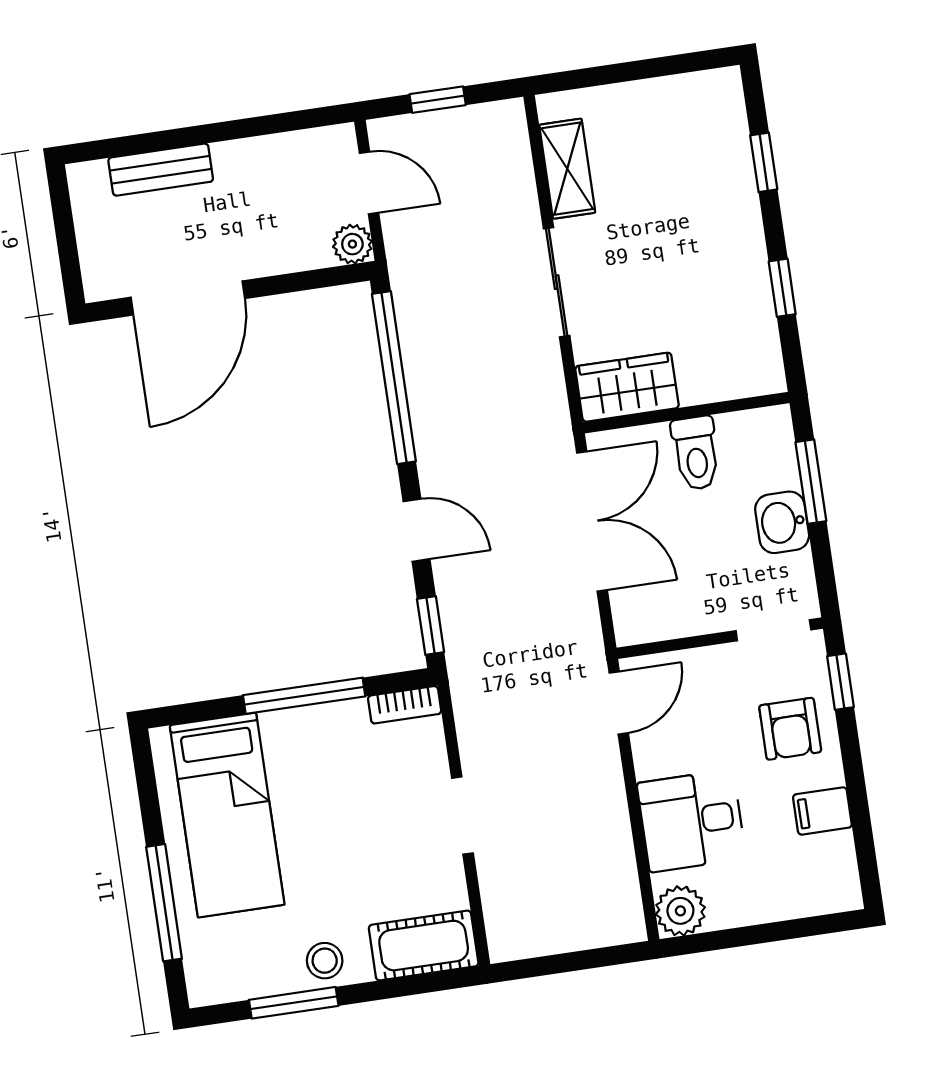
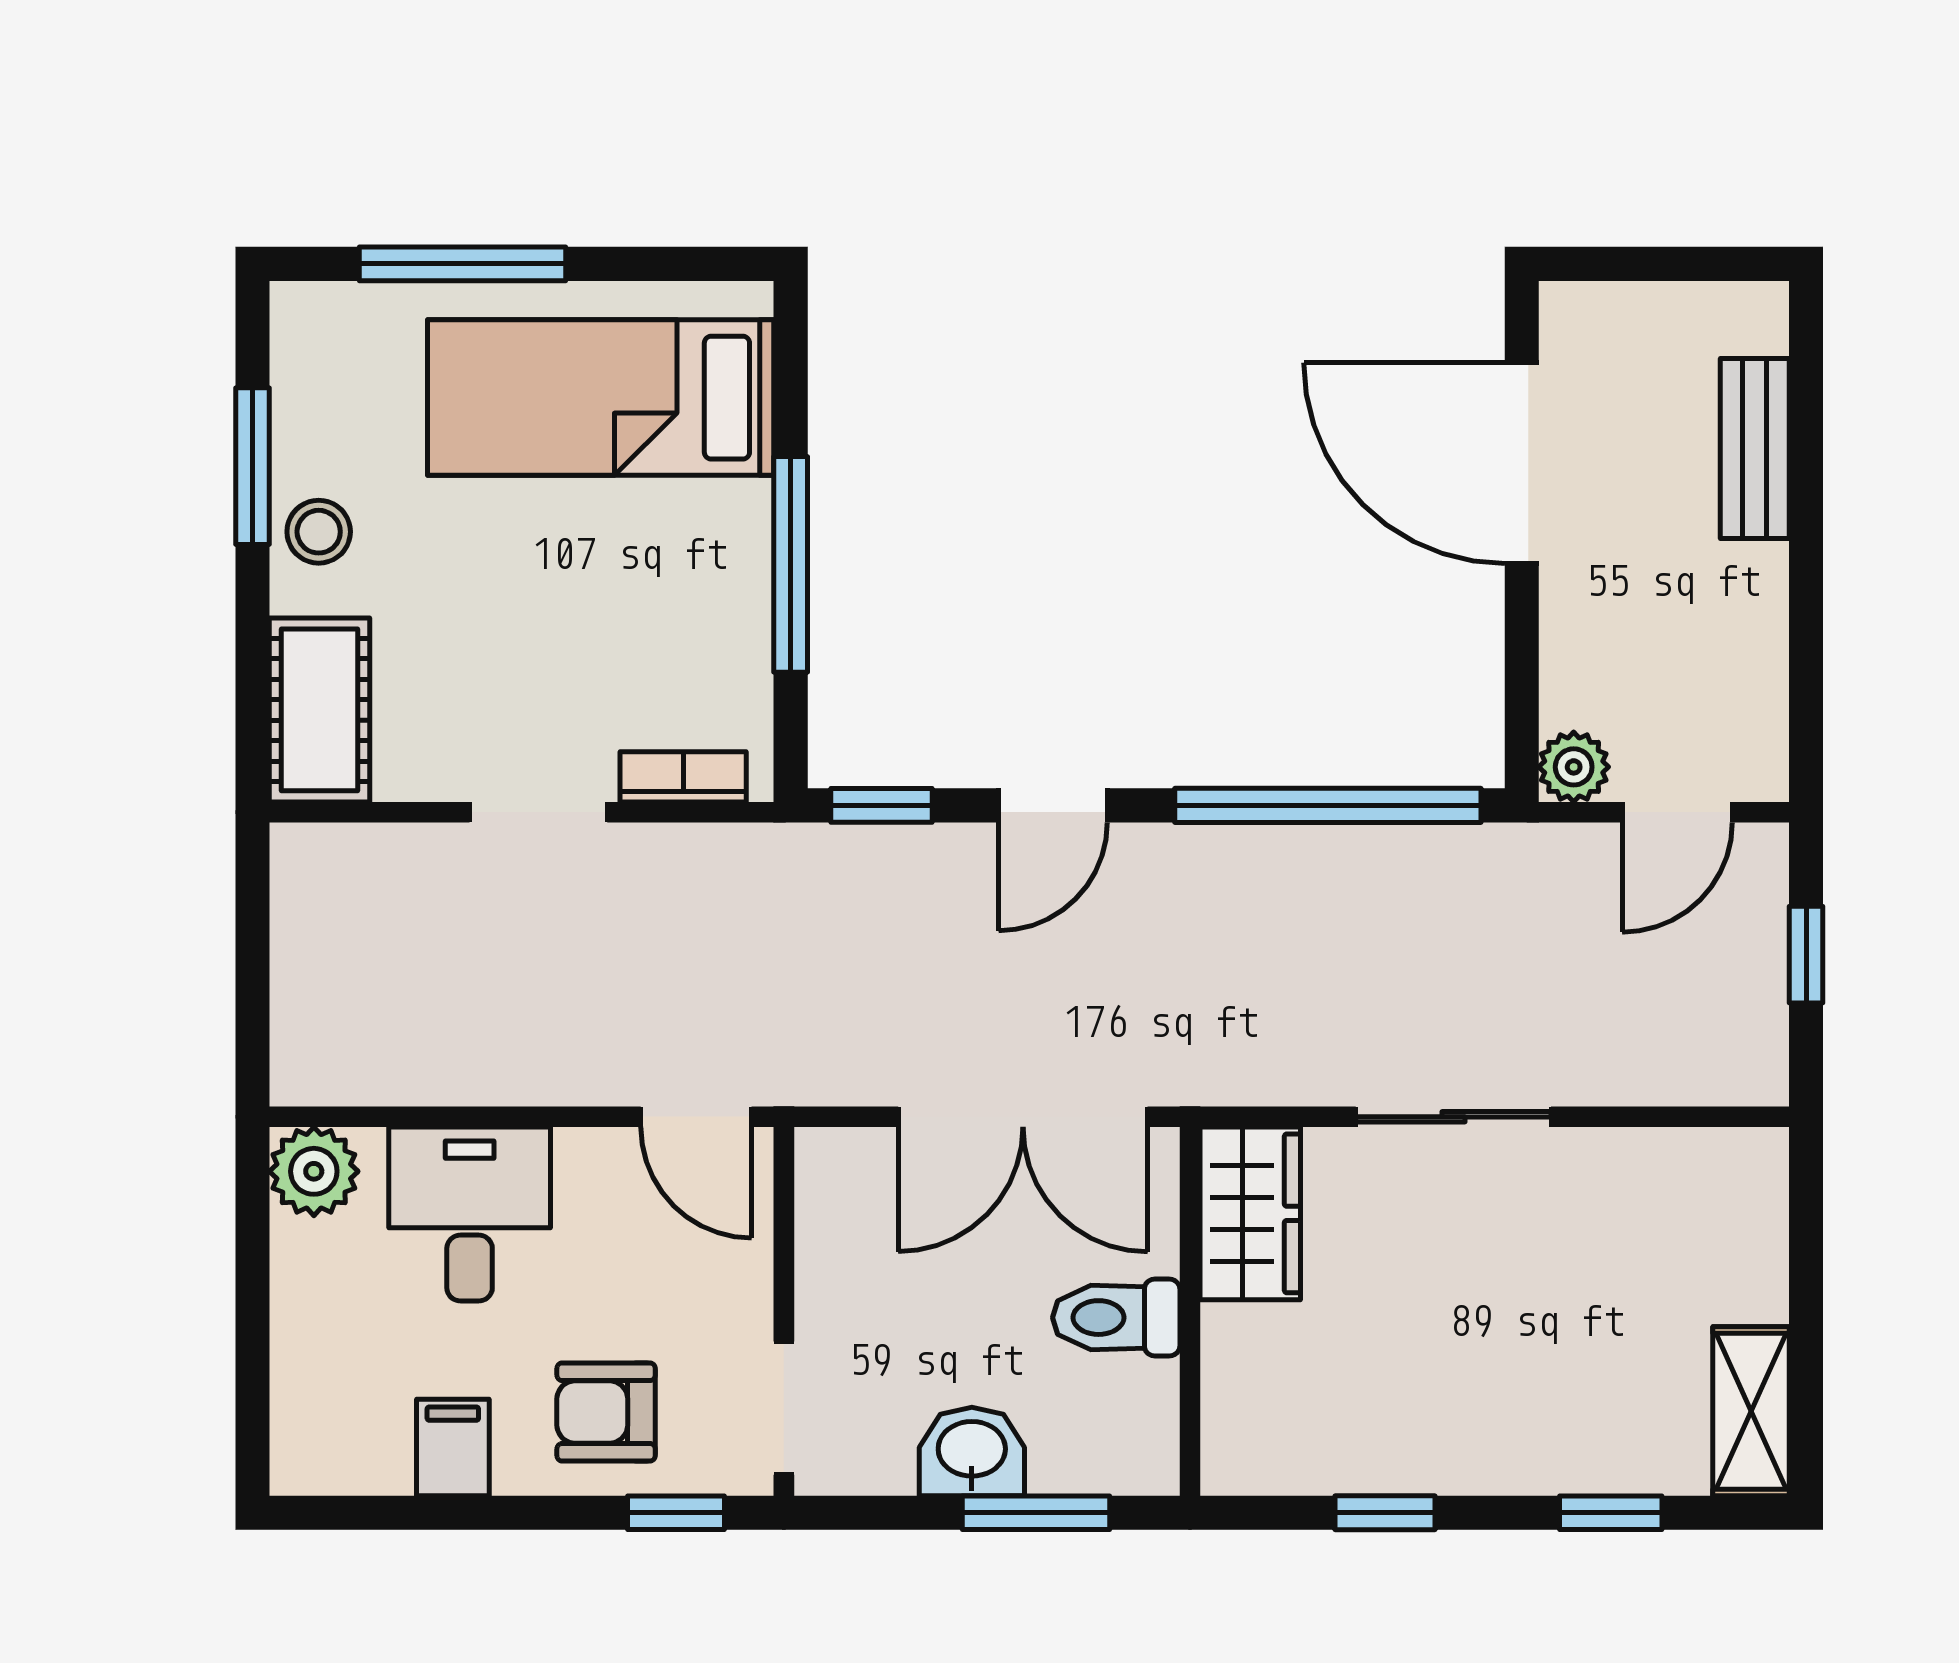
shelving: (567, 169) -> (1751, 1411), moved, turned 90
bookcase: (405, 705) -> (683, 777), moved, turned 90

